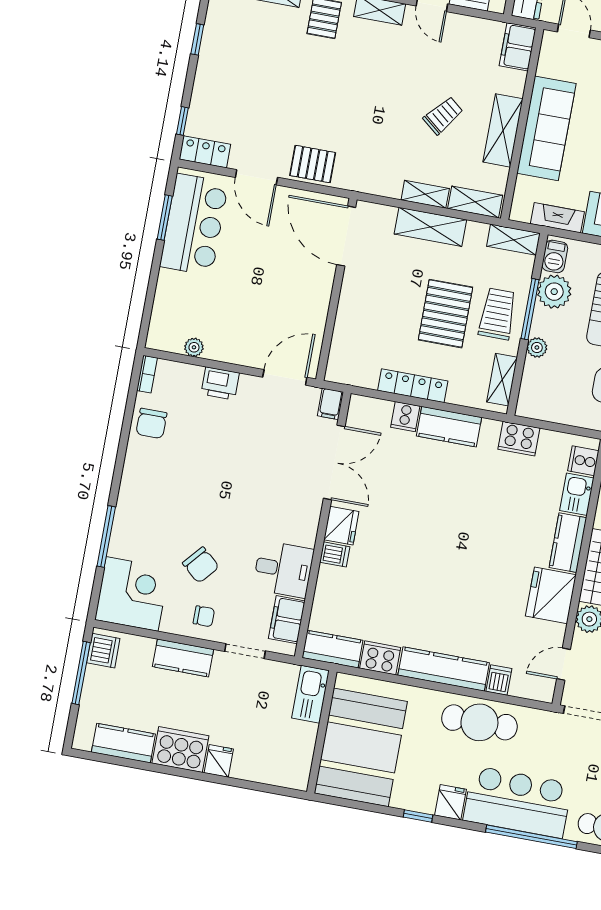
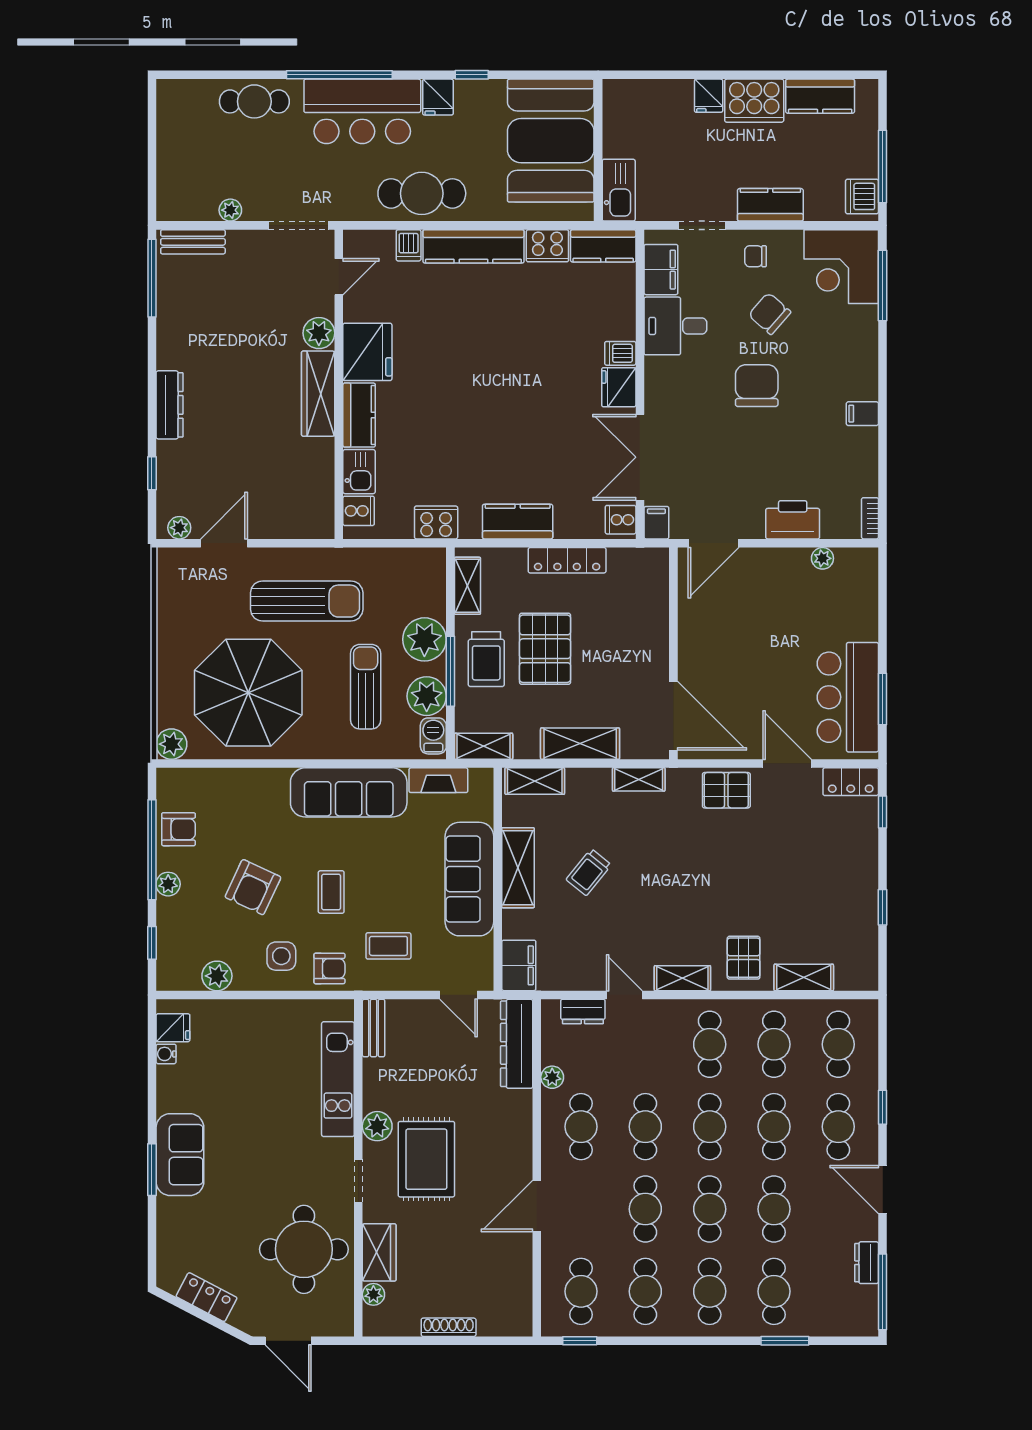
shelving: (425, 194) -> (639, 779), moved
plant: (537, 347) -> (424, 639), width x1.88, depth x1.88
printer: (220, 383) -> (793, 520), width x1.37, depth x1.19
cooker: (405, 417) -> (621, 520), moved, turned -90
chair: (151, 423) -> (757, 386), moved, width x1.37, depth x1.37
filing cabinet: (137, 465) -> (862, 414), added
window: (106, 536) -> (883, 285), moved

